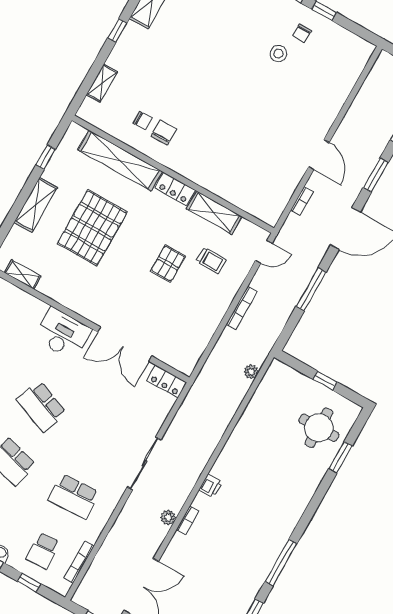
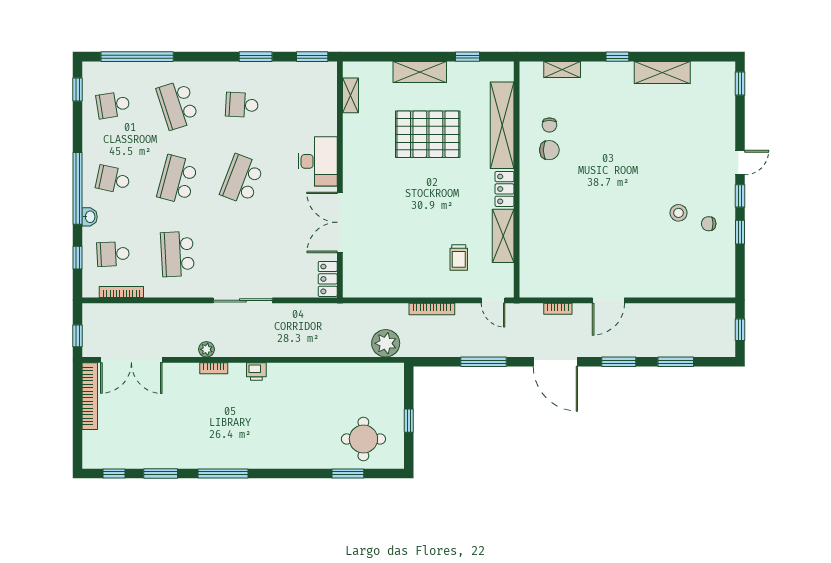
pallet: (168, 263) -> (434, 220), removed
plant: (251, 372) -> (386, 343), width x1.88, depth x1.88

